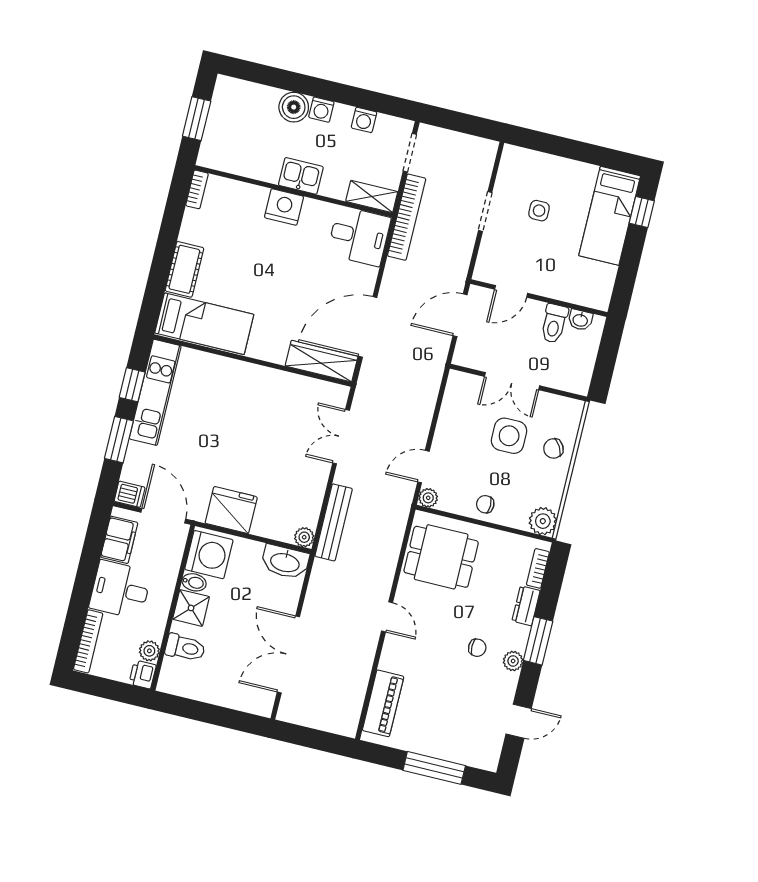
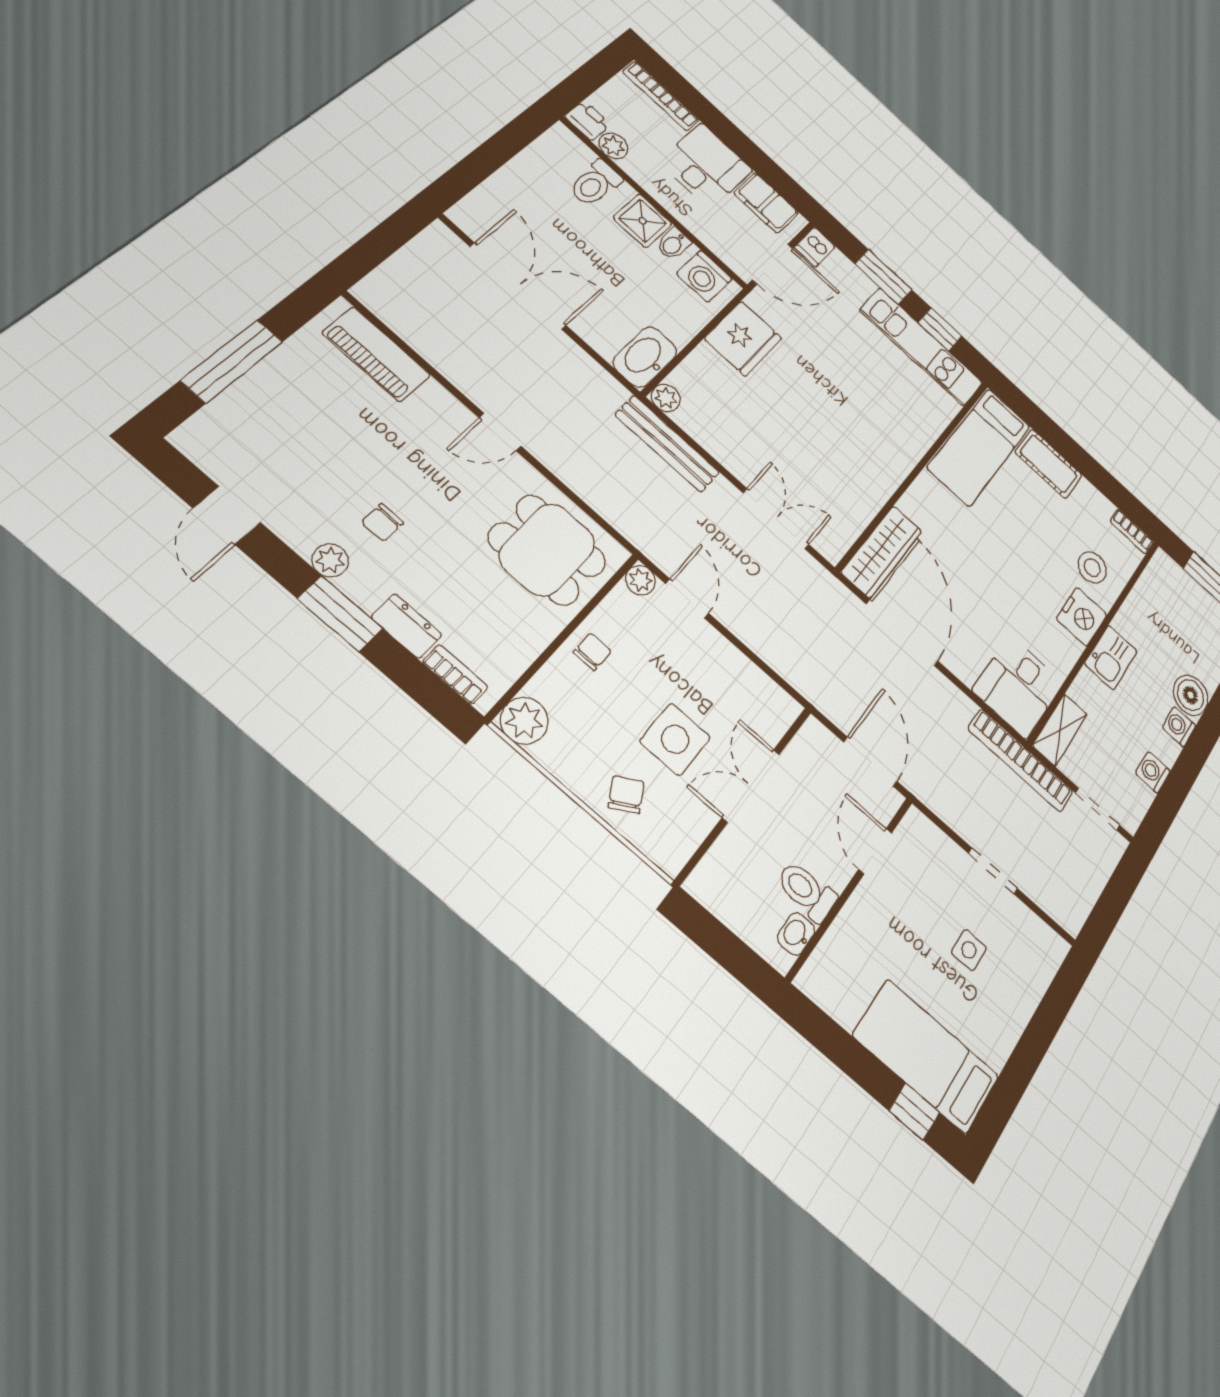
stool: (243, 211) -> (1092, 568), added
washing machine: (209, 555) -> (704, 276), width x0.73, depth x0.73
dining table: (441, 557) -> (547, 550), turned 90

